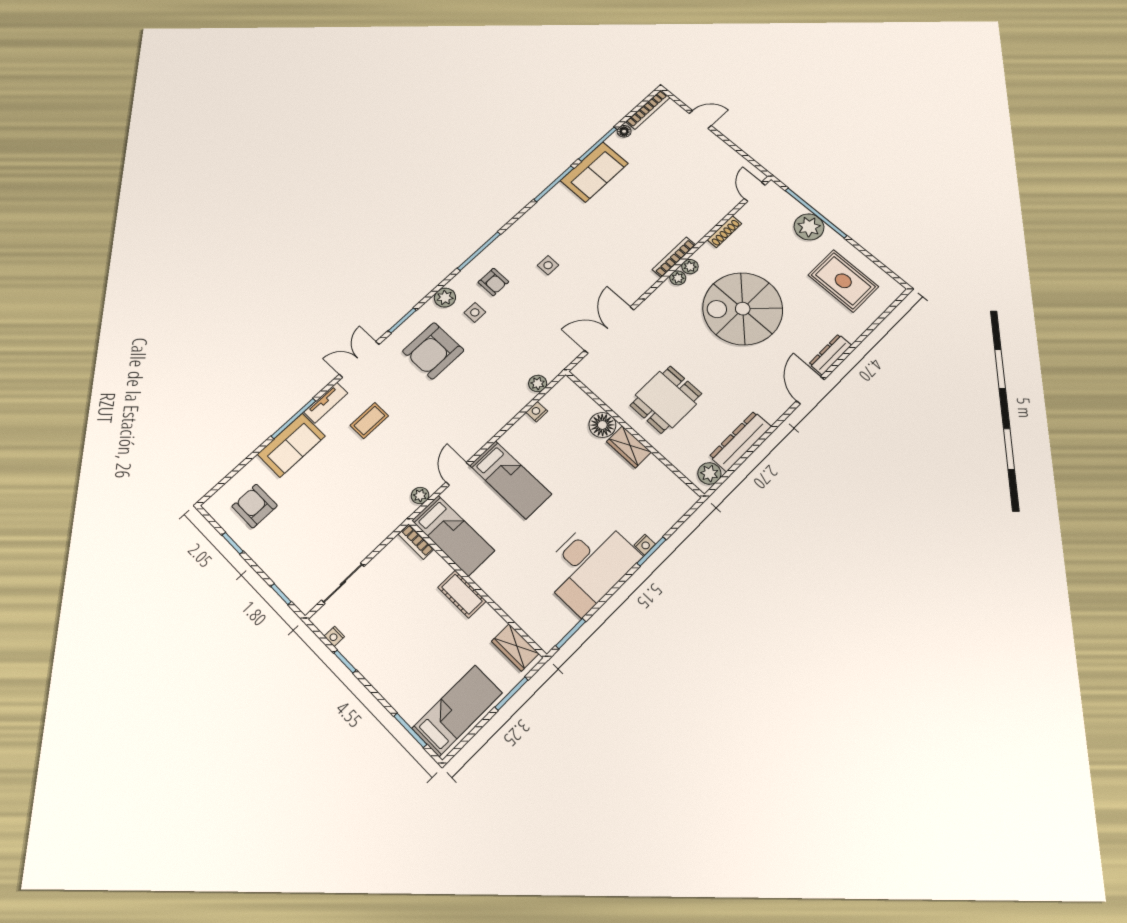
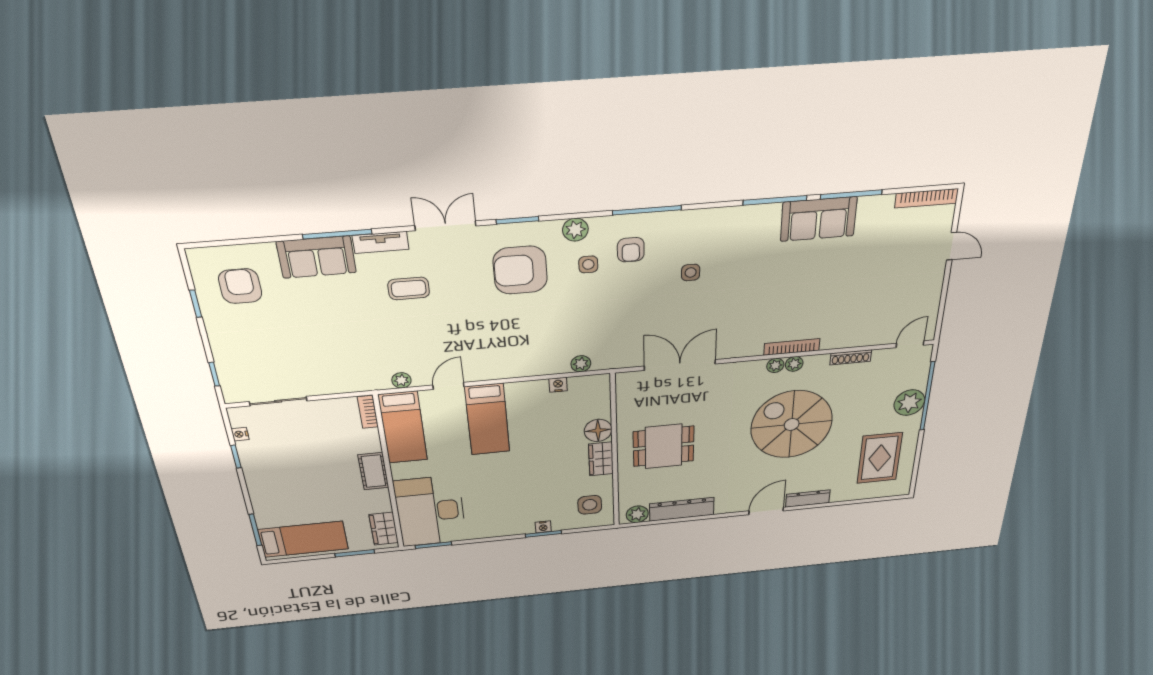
floor lamp: (624, 131) -> (885, 202), removed
side table: (662, 494) -> (590, 505), added
desk: (589, 565) -> (430, 511), moved, turned 90

